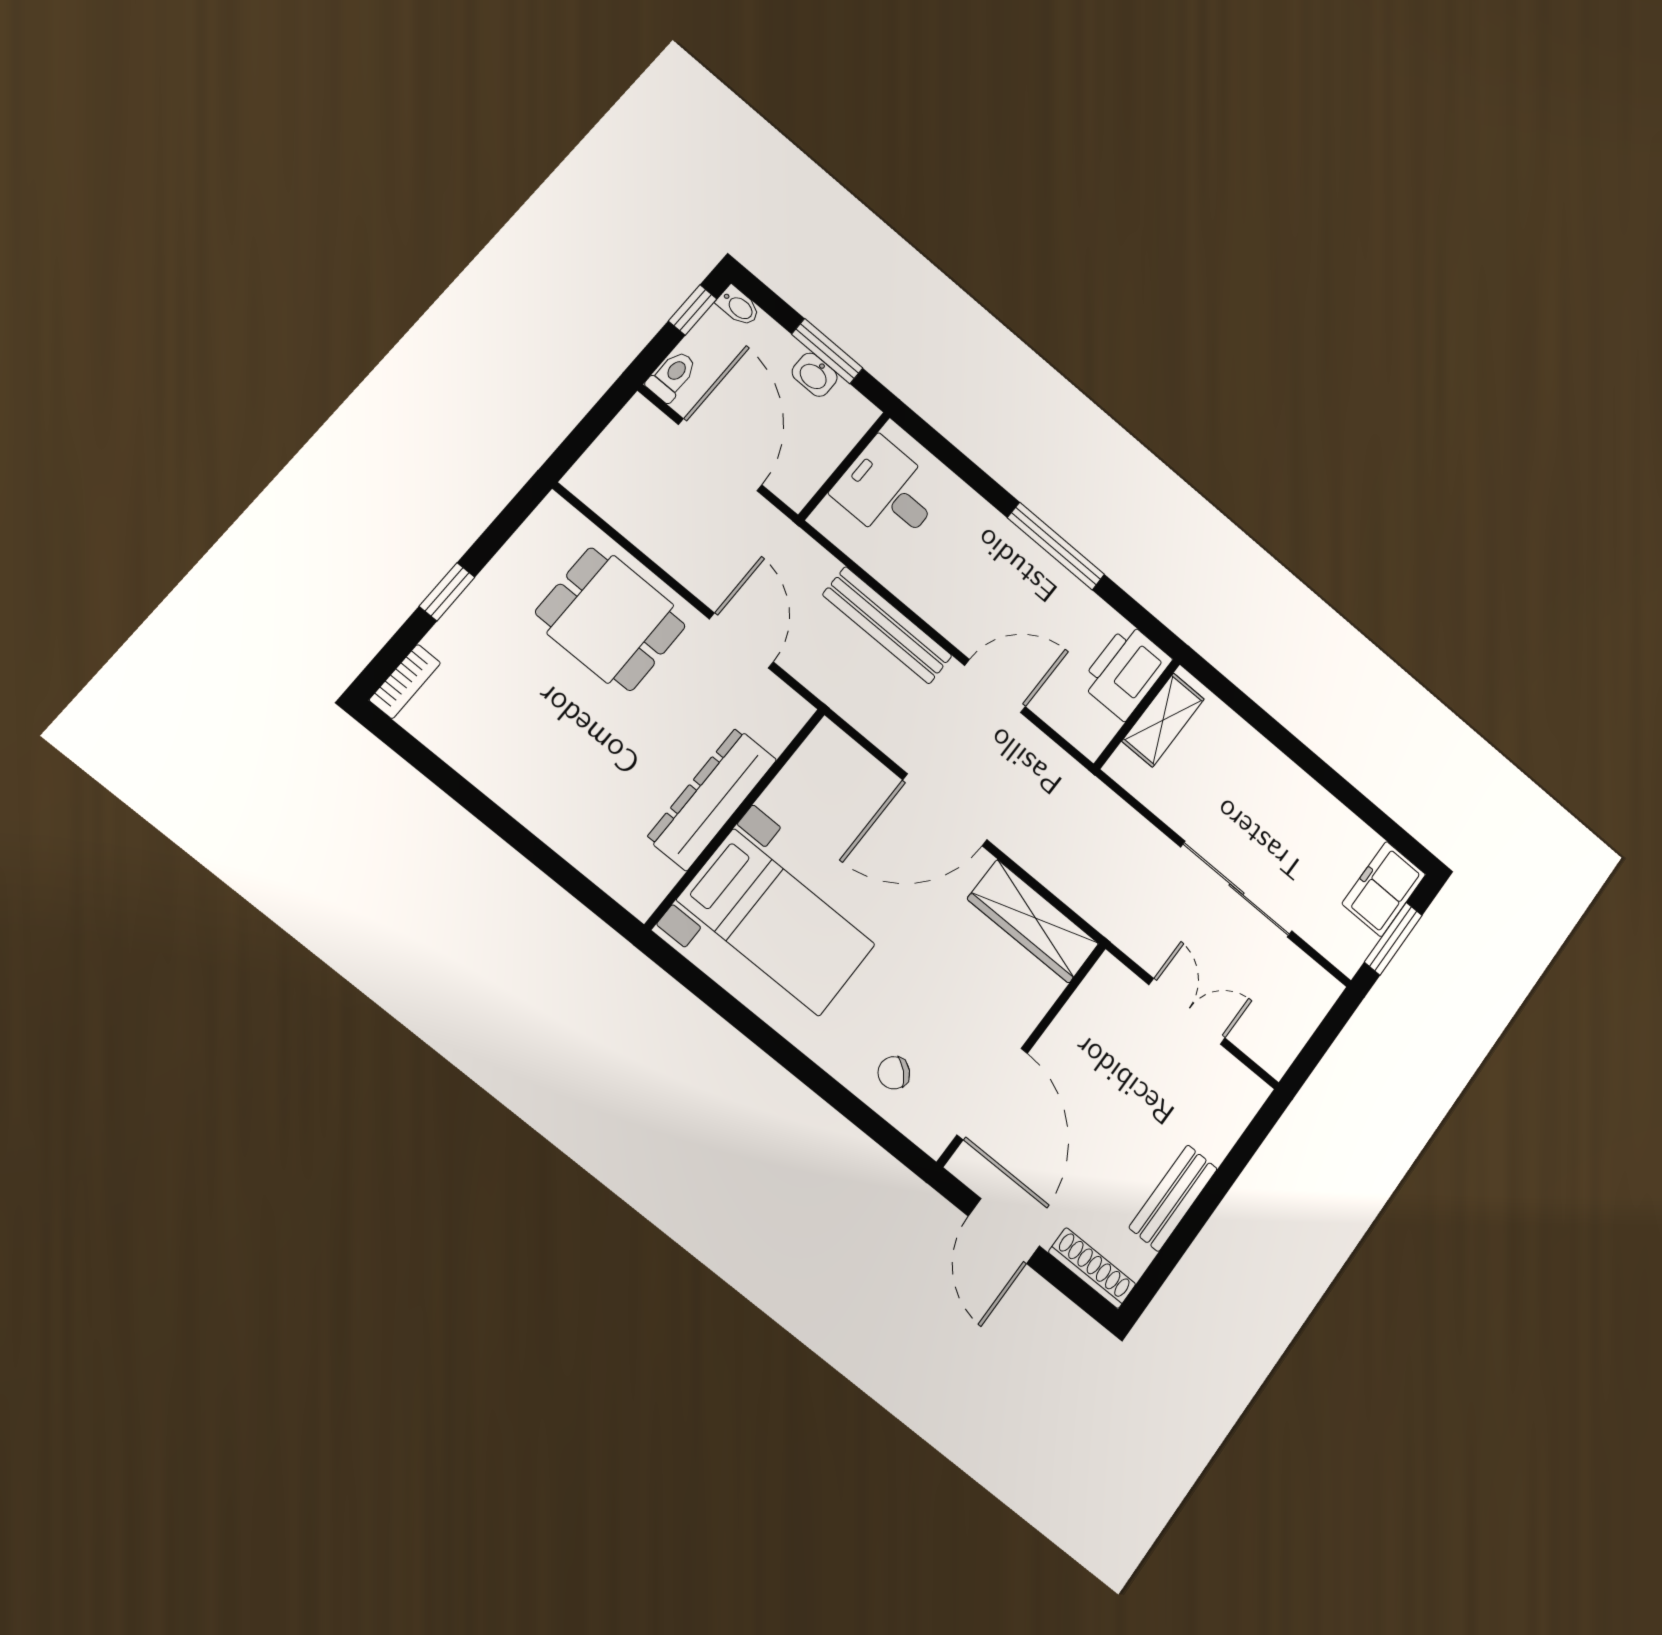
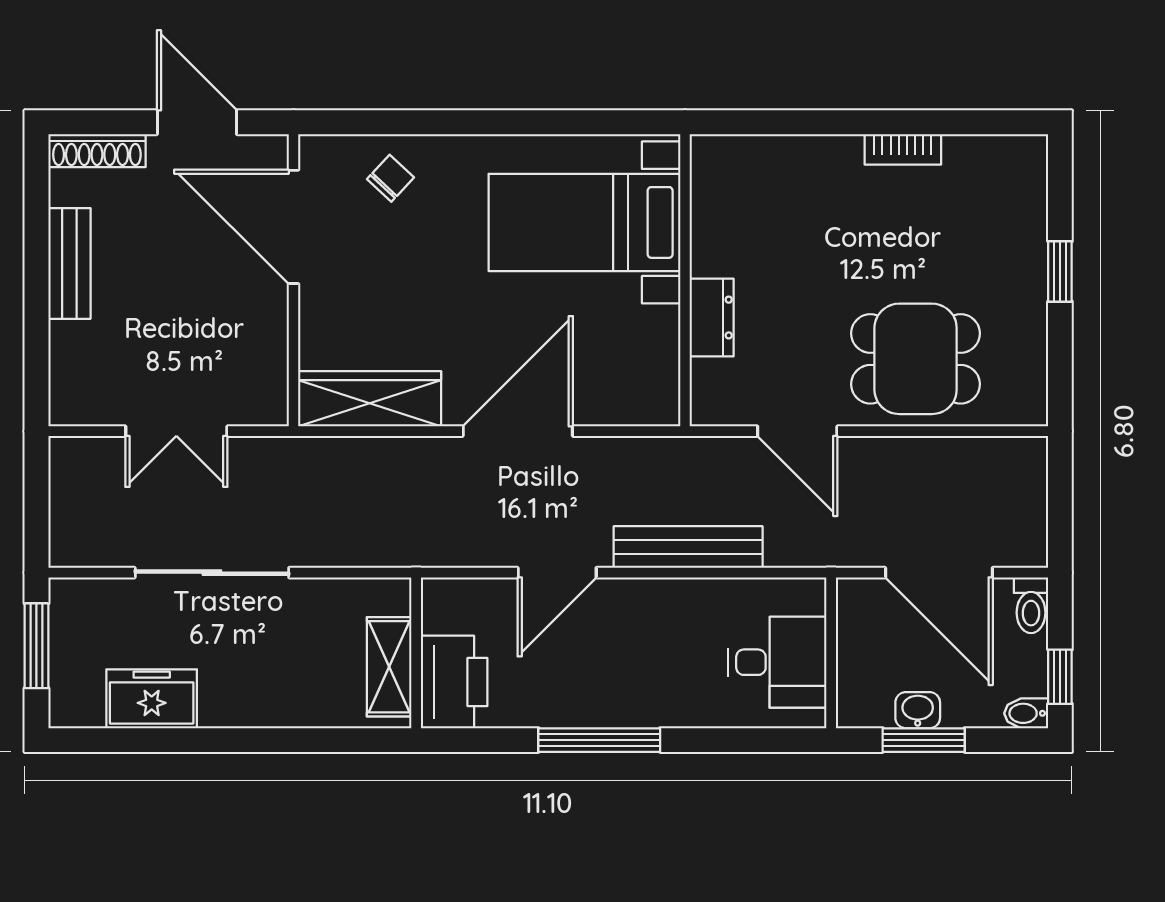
bookcase: (405, 681) -> (903, 149), moved, turned -90
dresser: (712, 799) -> (712, 318), width x0.51, depth x0.80
freezer: (1384, 889) -> (152, 699), moved, turned -90

